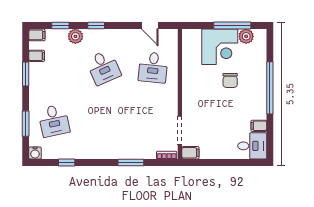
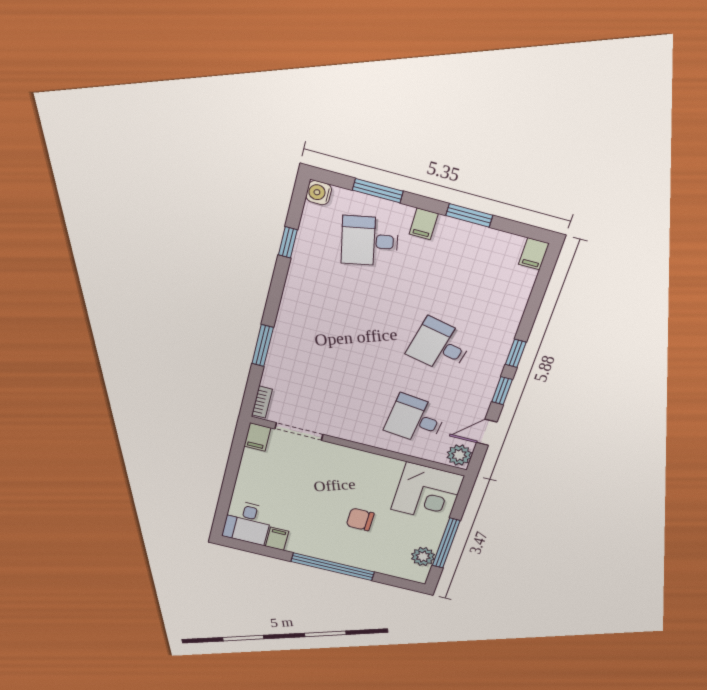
window: (60, 26) -> (502, 391), moved
plant: (75, 36) -> (459, 455), moved
corner desk: (220, 47) -> (427, 493), moved, turned -90
filing cabinet: (37, 56) -> (424, 224), moved
desk: (103, 67) -> (440, 346), turned 36

